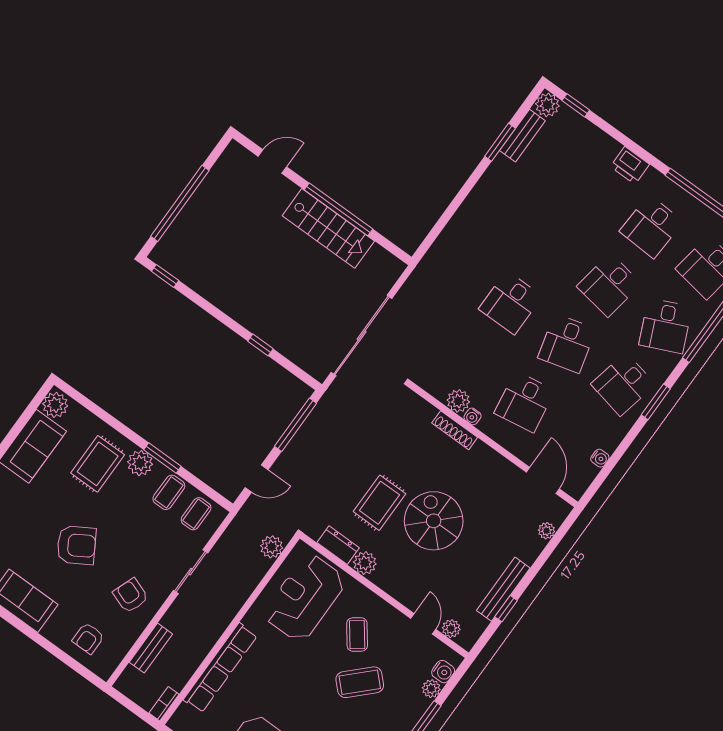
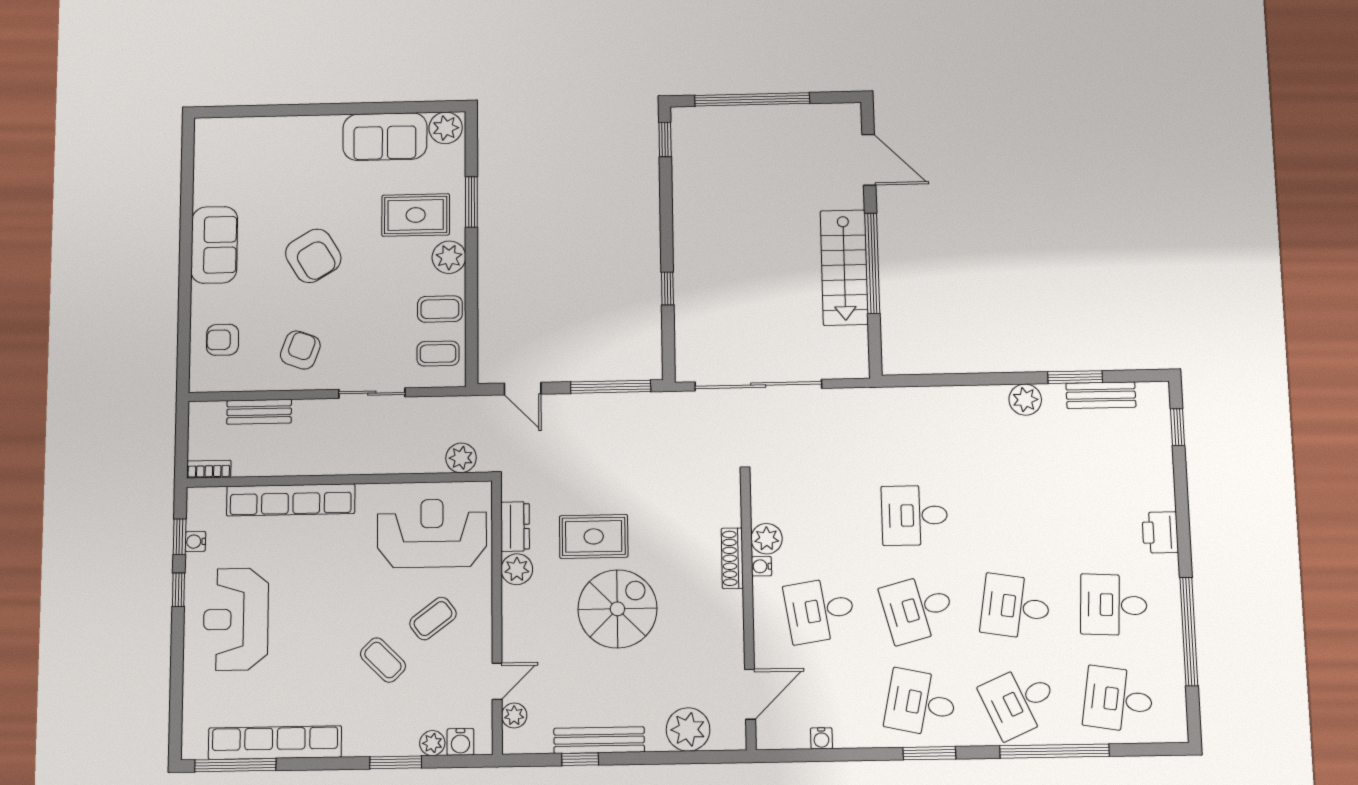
plant: (547, 105) -> (1025, 400), moved
door: (272, 162) -> (869, 160), width x1.38
window: (162, 458) -> (471, 202), moved
plant: (547, 531) -> (688, 729), width x1.88, depth x1.88
coffee table: (360, 682) -> (383, 660), width x0.73, depth x0.77

